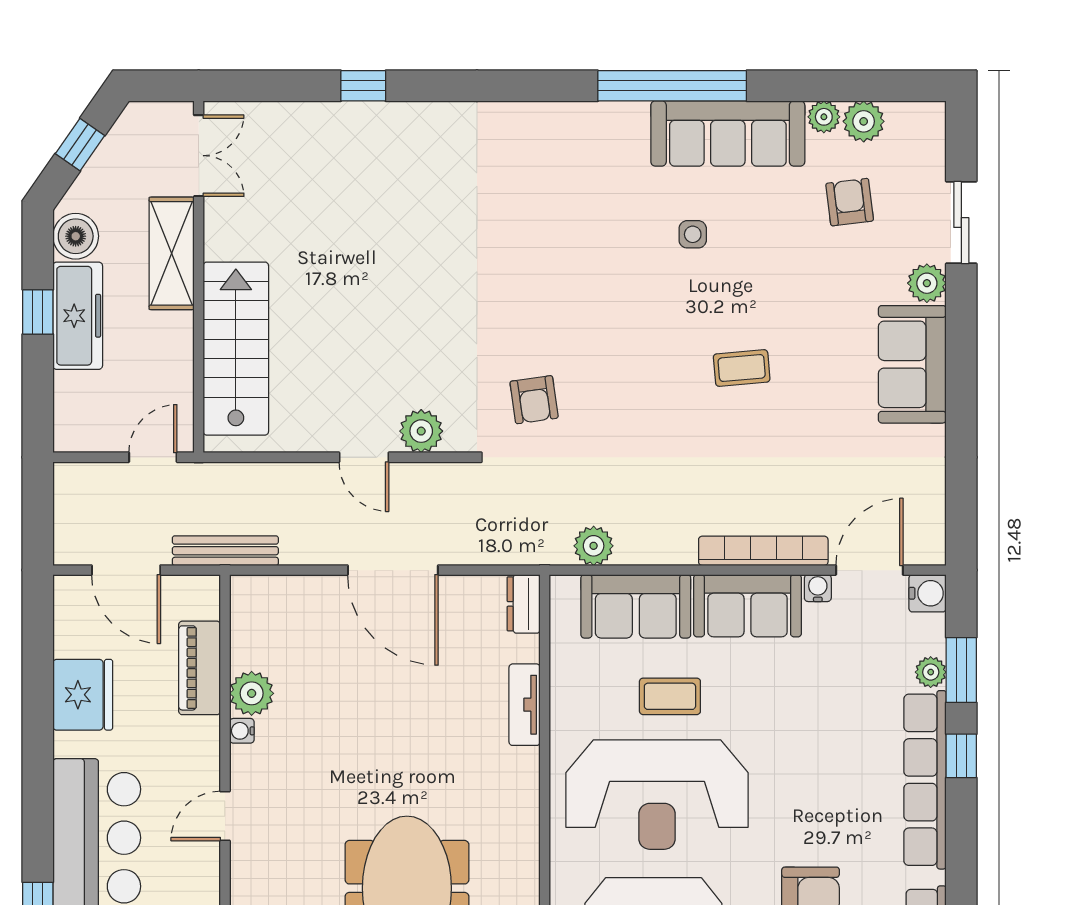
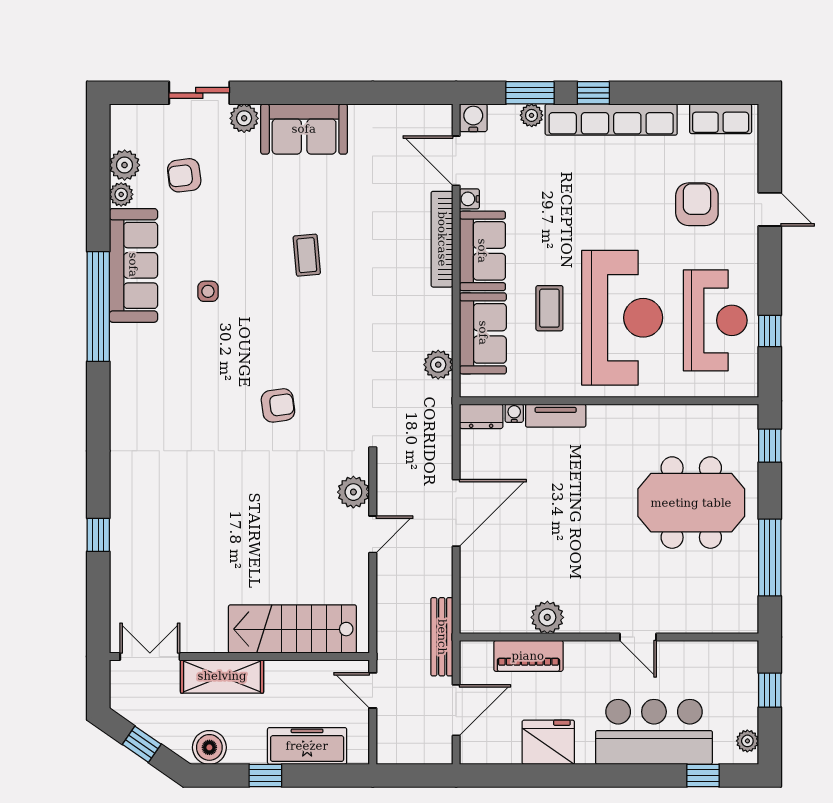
freezer: (78, 316) -> (307, 746), moved
armchair: (534, 400) -> (278, 405), moved
water cooler: (242, 731) -> (514, 413), moved, turned 180

